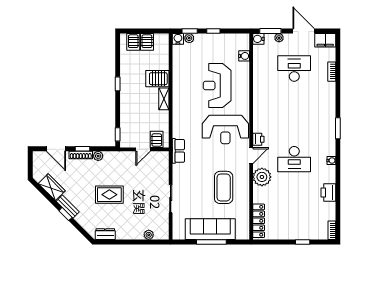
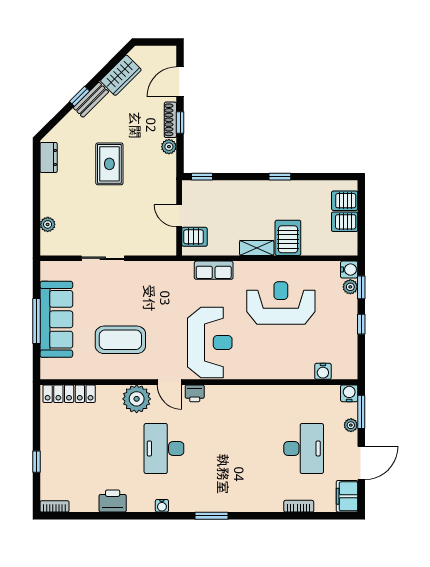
reception desk: (217, 86) -> (281, 303), moved
reception desk: (225, 129) -> (210, 342), turned 180
row of seats: (178, 151) -> (214, 270), moved

